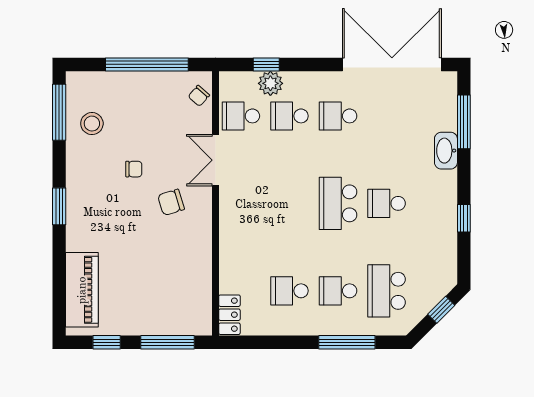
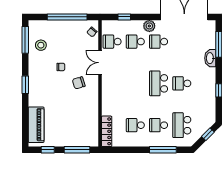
plant: (270, 83) -> (149, 26), moved
locker: (229, 315) -> (107, 131), width x1.53

